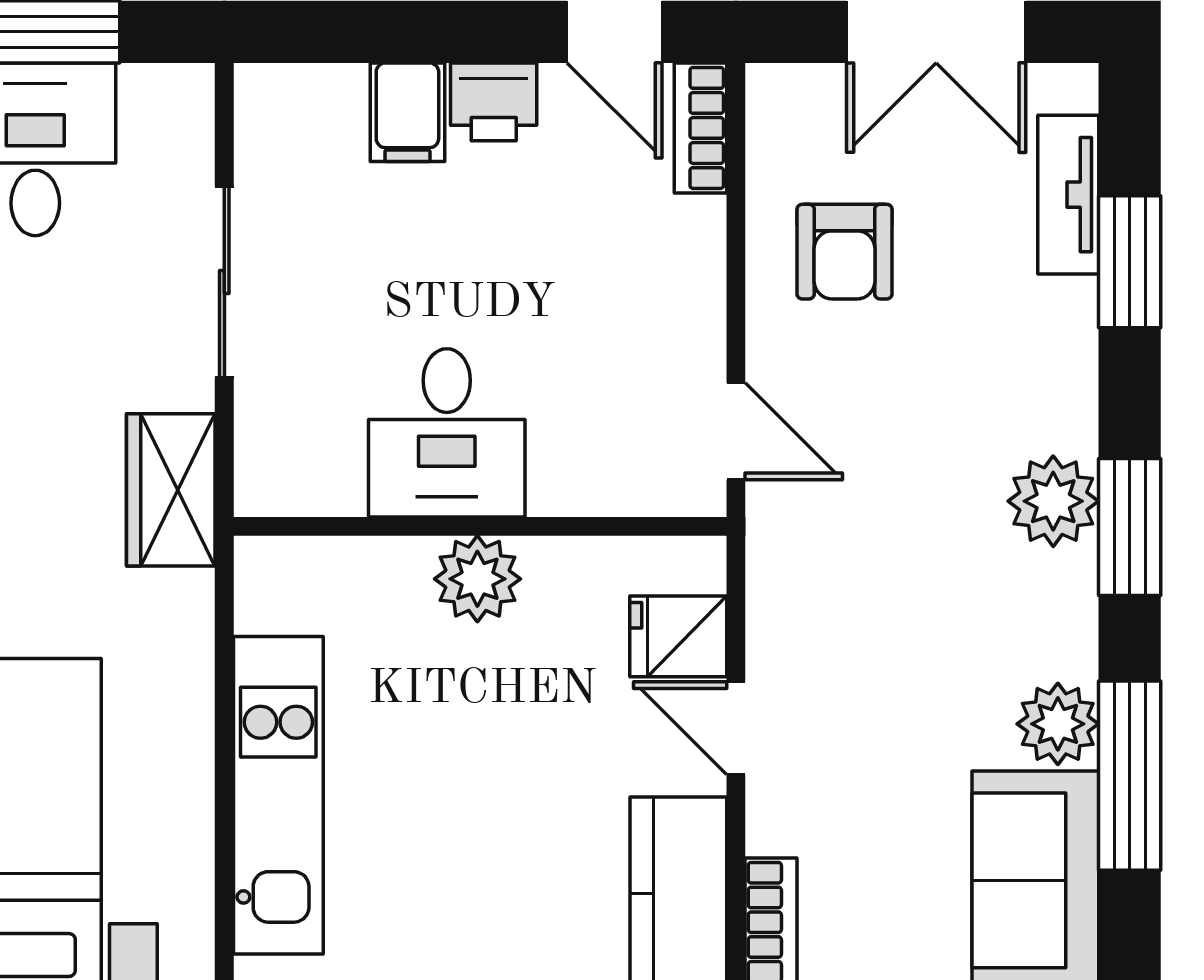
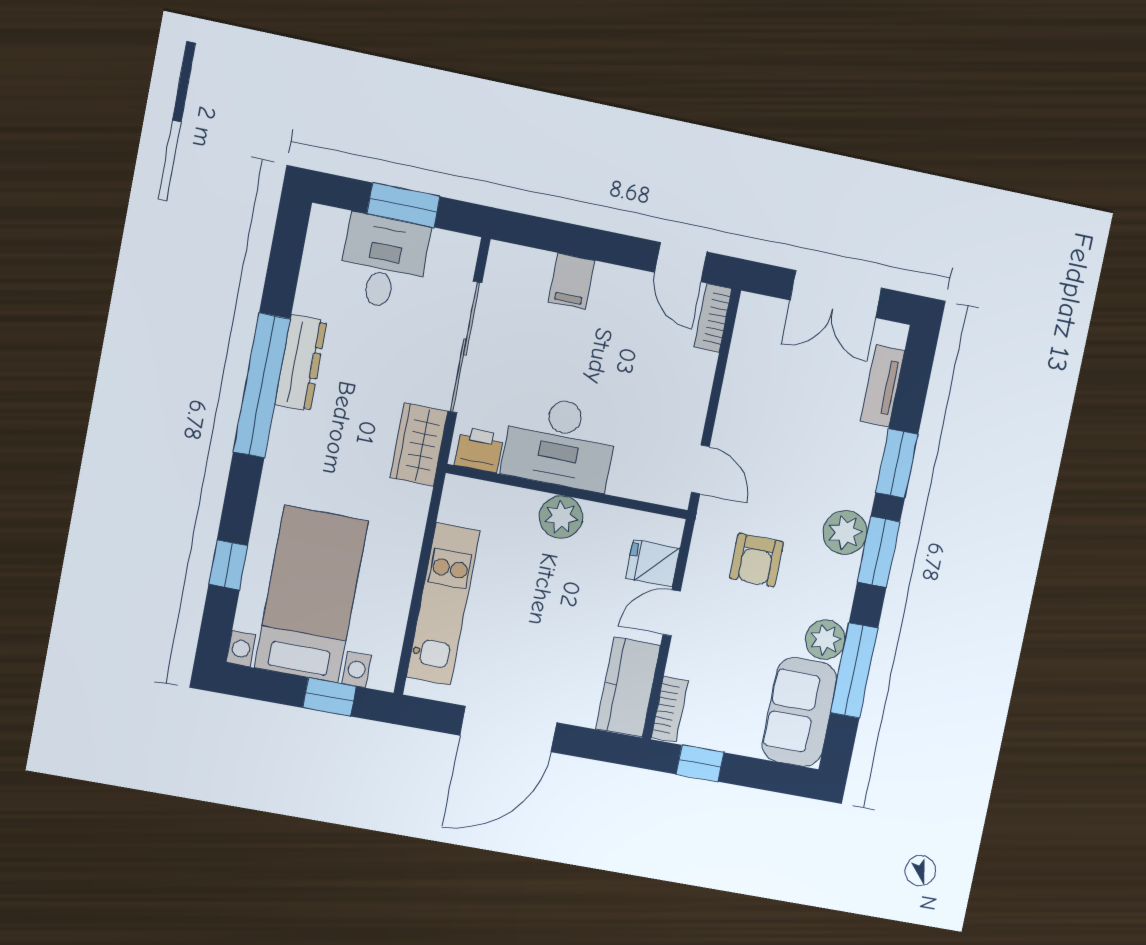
printer: (494, 102) -> (479, 450), moved, turned 180
armchair: (845, 252) -> (756, 560), moved
window: (1130, 262) -> (897, 463), moved
sliding door: (224, 282) -> (465, 347), width x1.37
desk: (447, 433) -> (560, 443), width x1.37
door: (736, 728) -> (672, 613), hinge flipped

